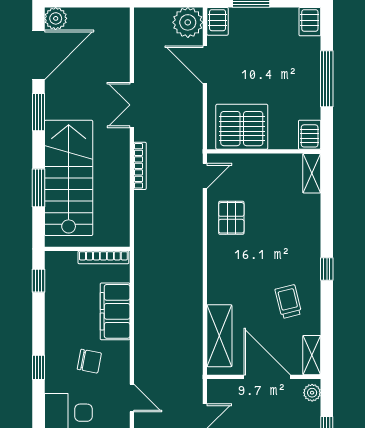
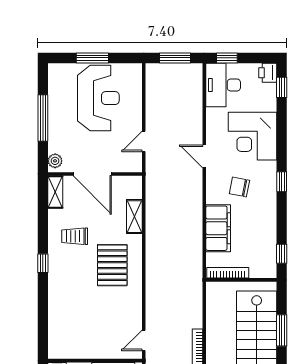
shelving: (312, 173) -> (55, 342), removed
pallet: (231, 218) -> (112, 265), moved, width x1.50, depth x1.42
trolley: (288, 302) -> (75, 236), turned 104
shelving: (219, 336) -> (134, 217), width x0.67, depth x0.75

